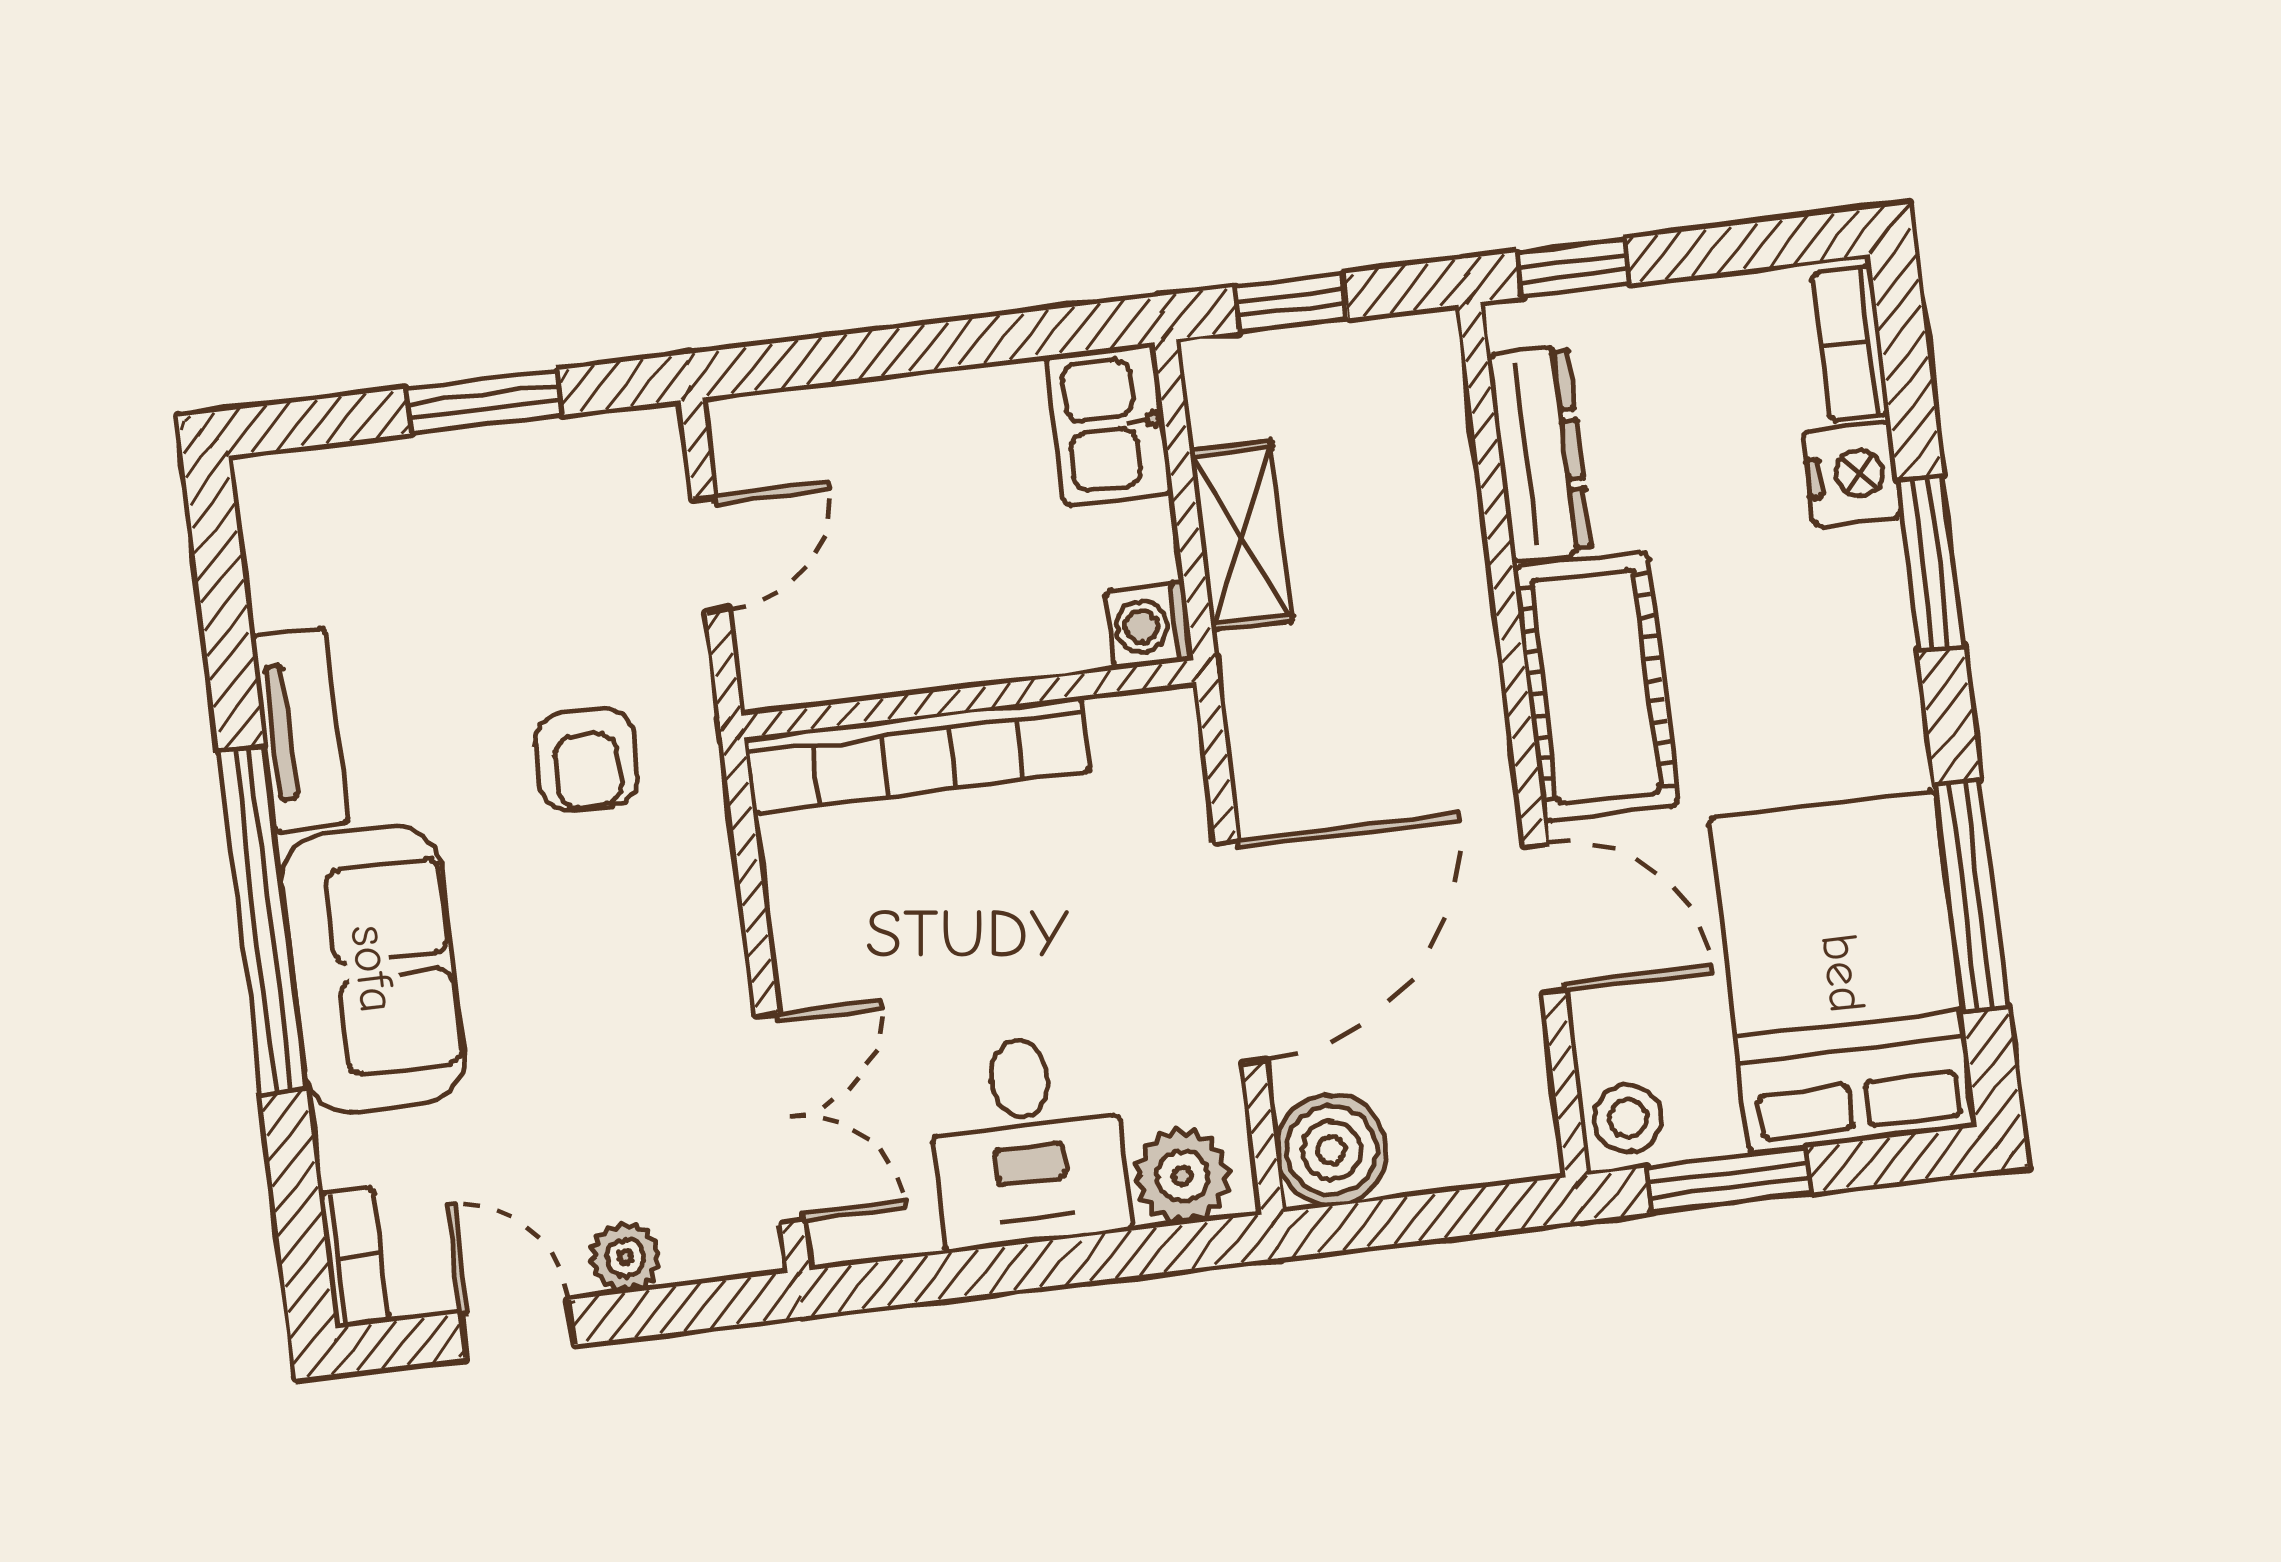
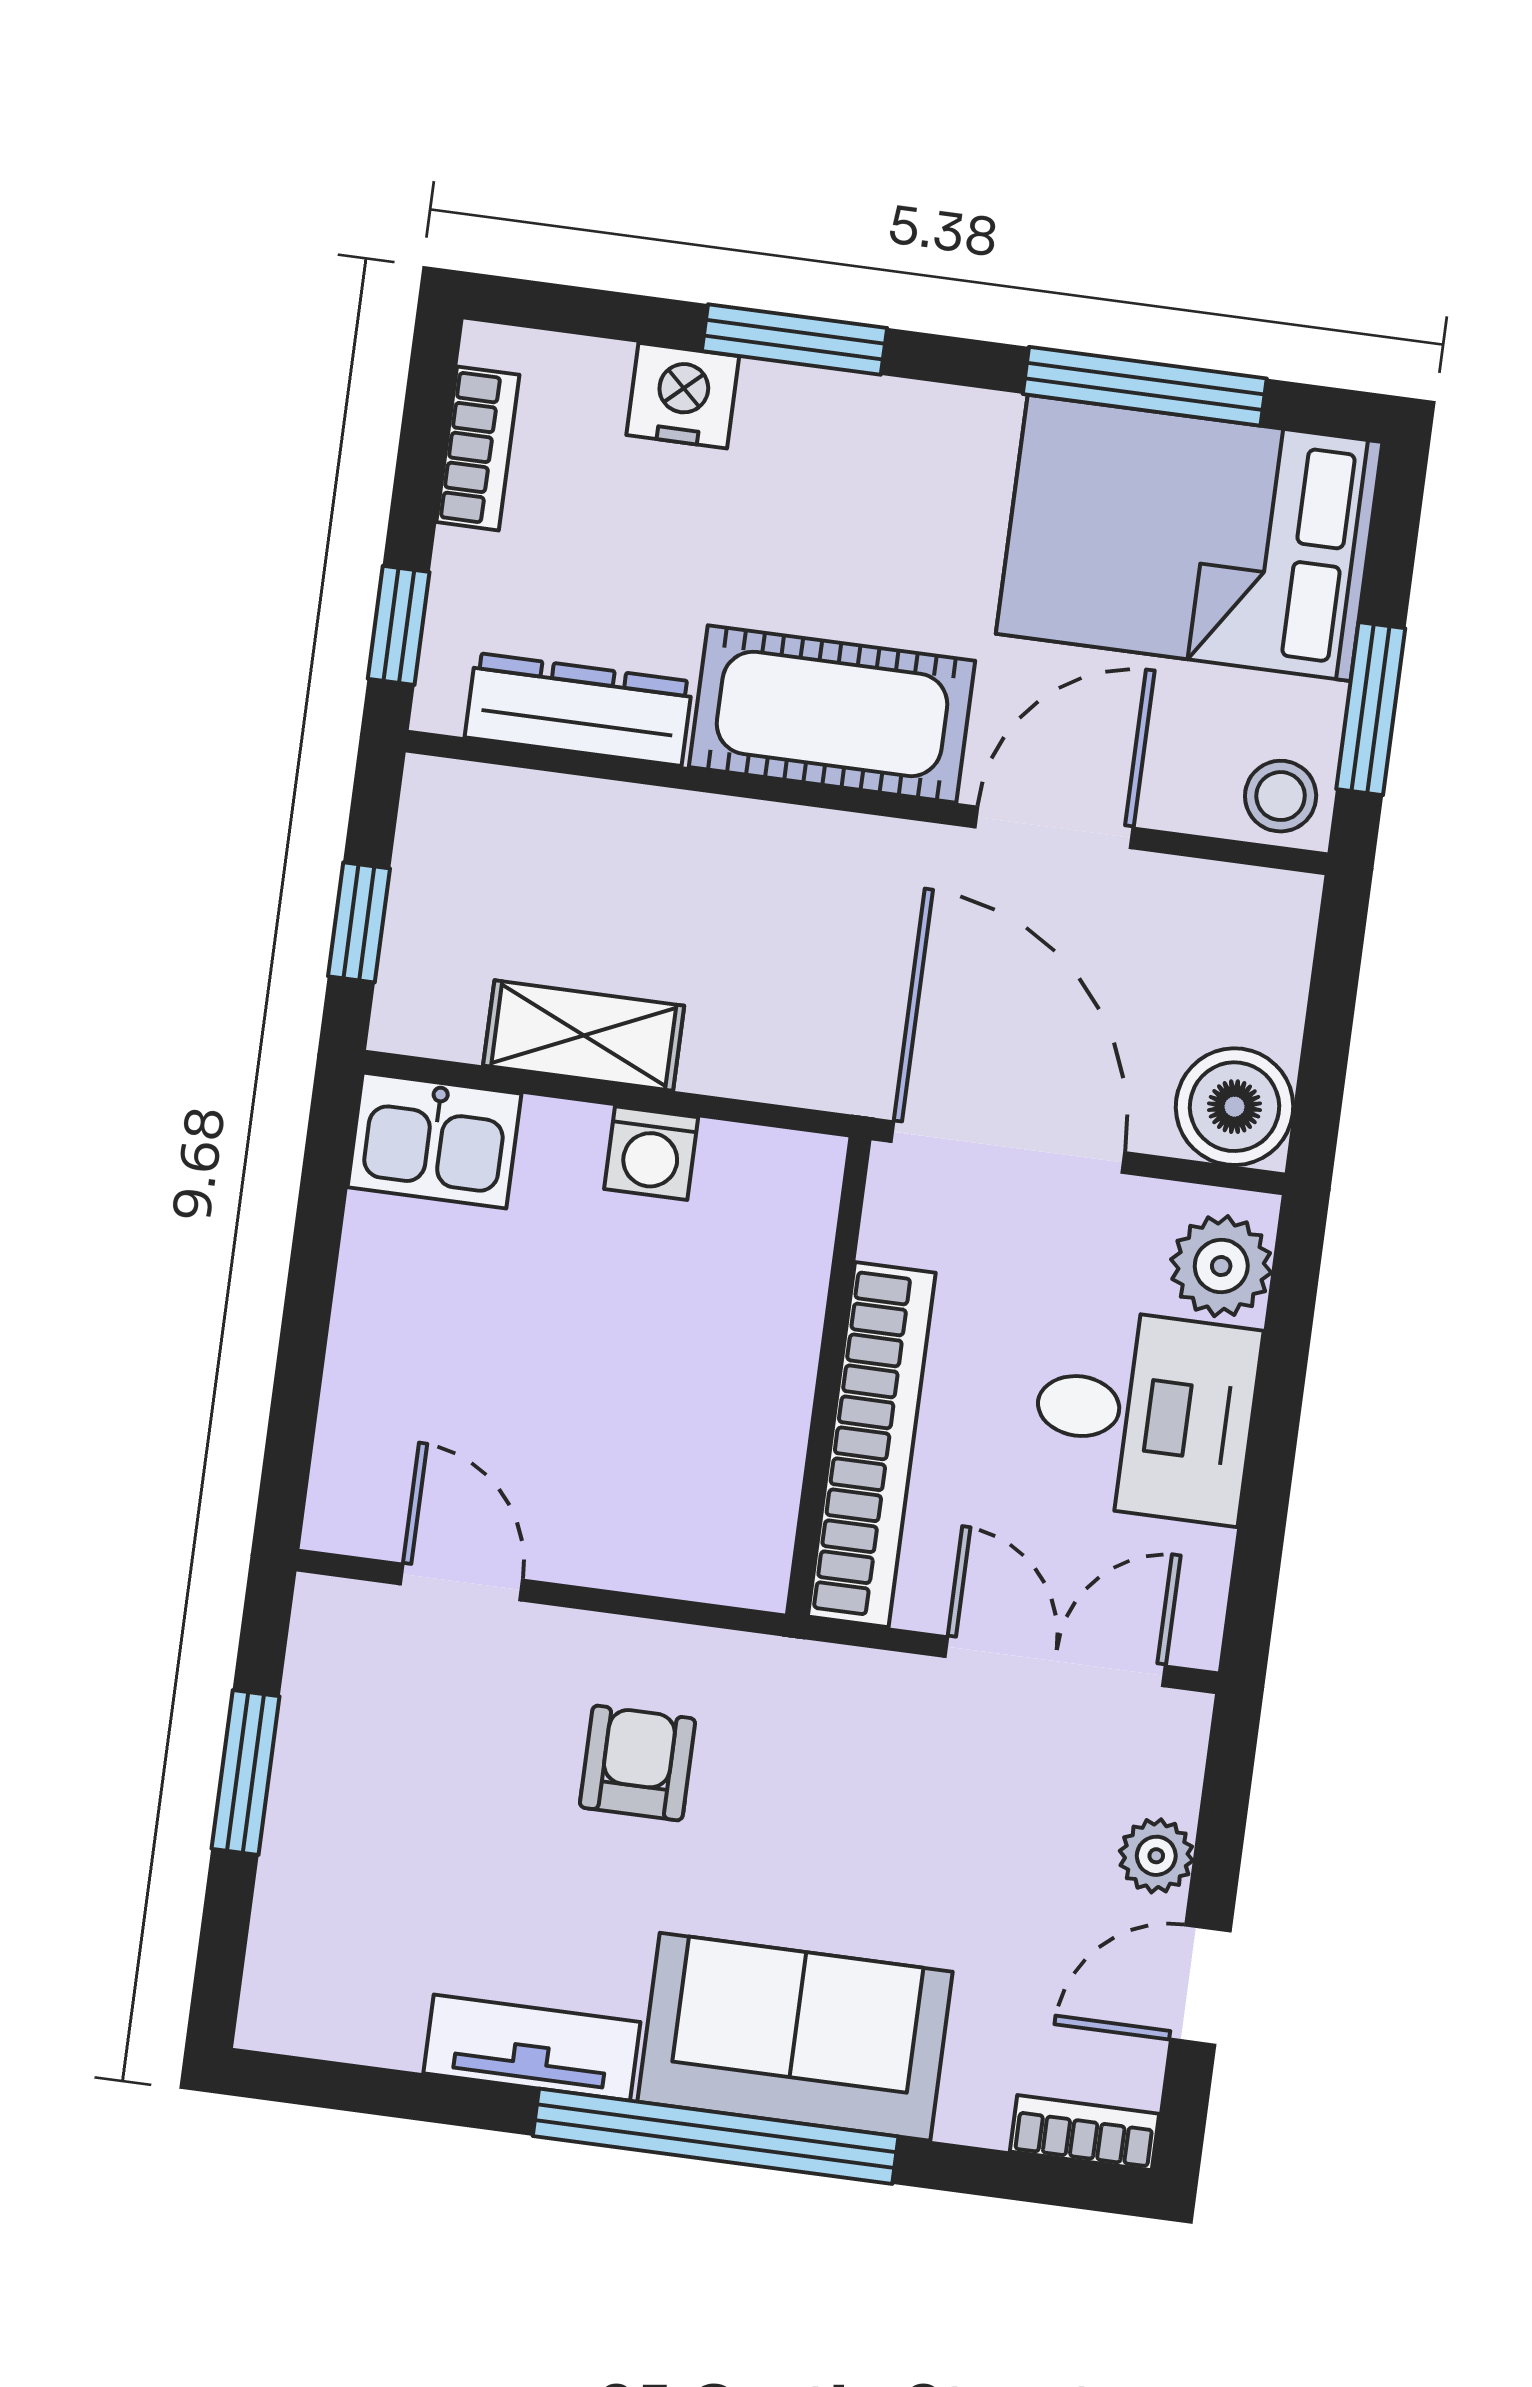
bookcase: (1851, 343) -> (478, 448), moved, turned -90
wall: (969, 699) -> (828, 1377), moved
bookcase: (917, 755) -> (872, 1445), moved
armchair: (586, 759) -> (637, 1763), turned -90

